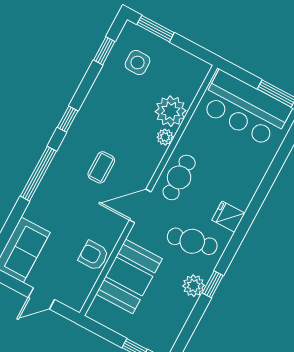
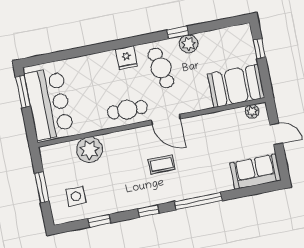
window: (156, 29) -> (42, 187), moved
window: (104, 51) -> (99, 221), moved
plant: (165, 137) -> (252, 111), moved
armchair: (93, 256) -> (222, 123), removed
booth: (129, 276) -> (236, 86), moved

